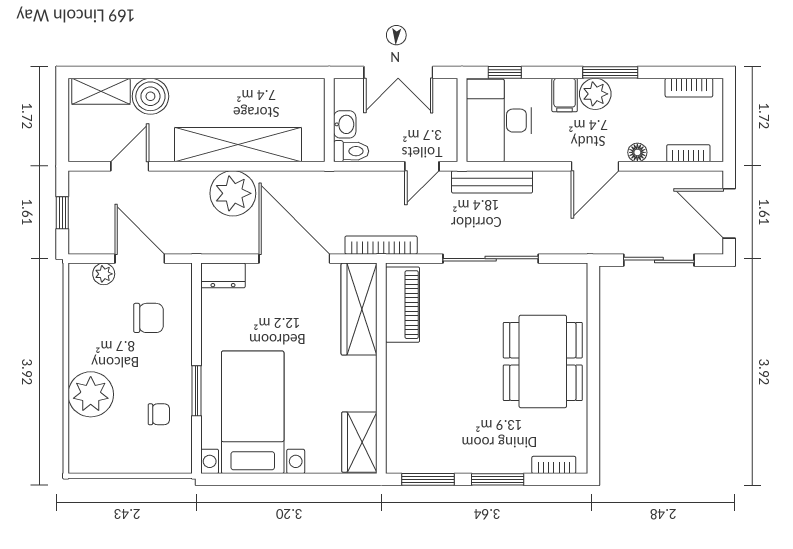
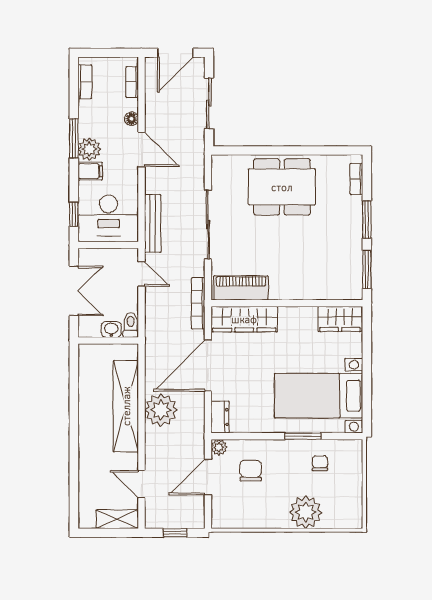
shelving: (101, 91) -> (117, 519), moved, turned 90
boiler: (150, 96) -> (91, 469), removed
plant: (104, 274) -> (219, 447), moved

